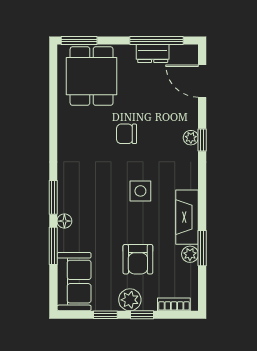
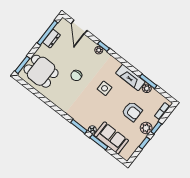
door: (202, 81) -> (79, 27), hinge flipped
sofa: (74, 282) -> (111, 138), moved

